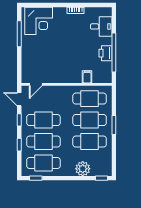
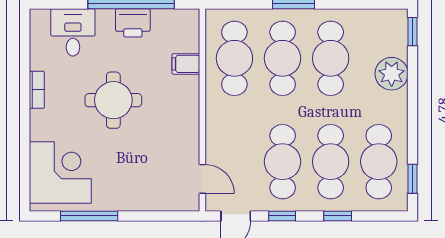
round table: (71, 45) -> (113, 100), added

